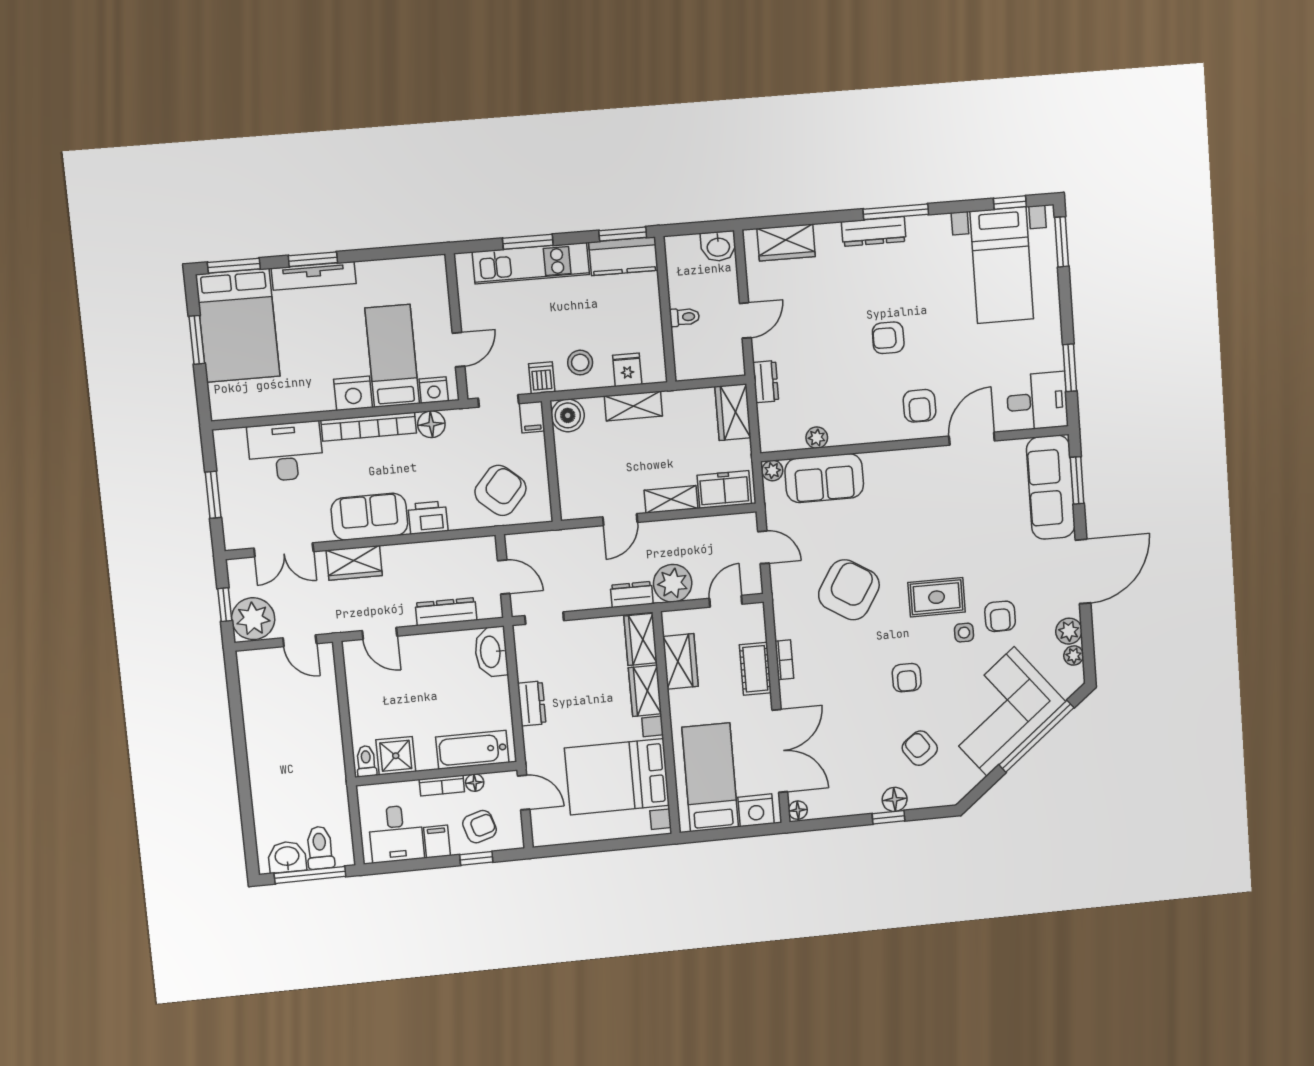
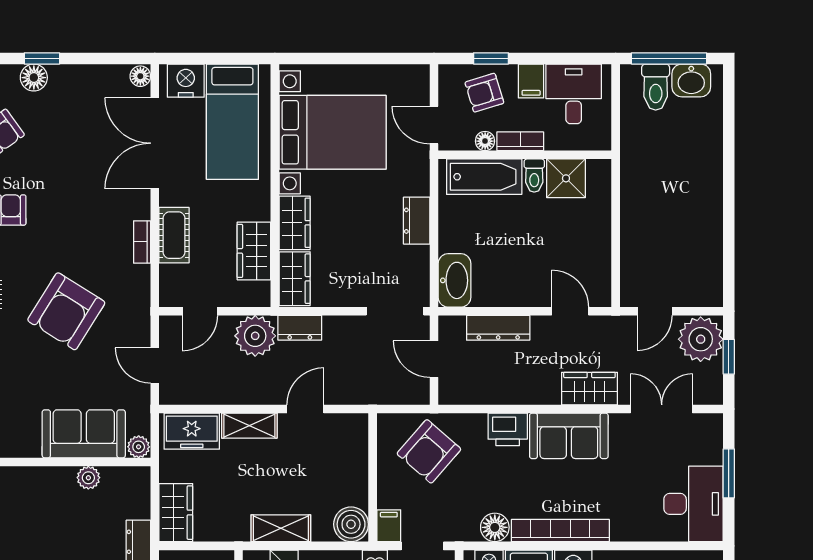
desk: (285, 452) -> (693, 504), moved, turned -90
doorway: (544, 618) -> (395, 311), width x1.38
door: (300, 641) -> (655, 311), swing flipped
toilet: (366, 761) -> (534, 176), moved

